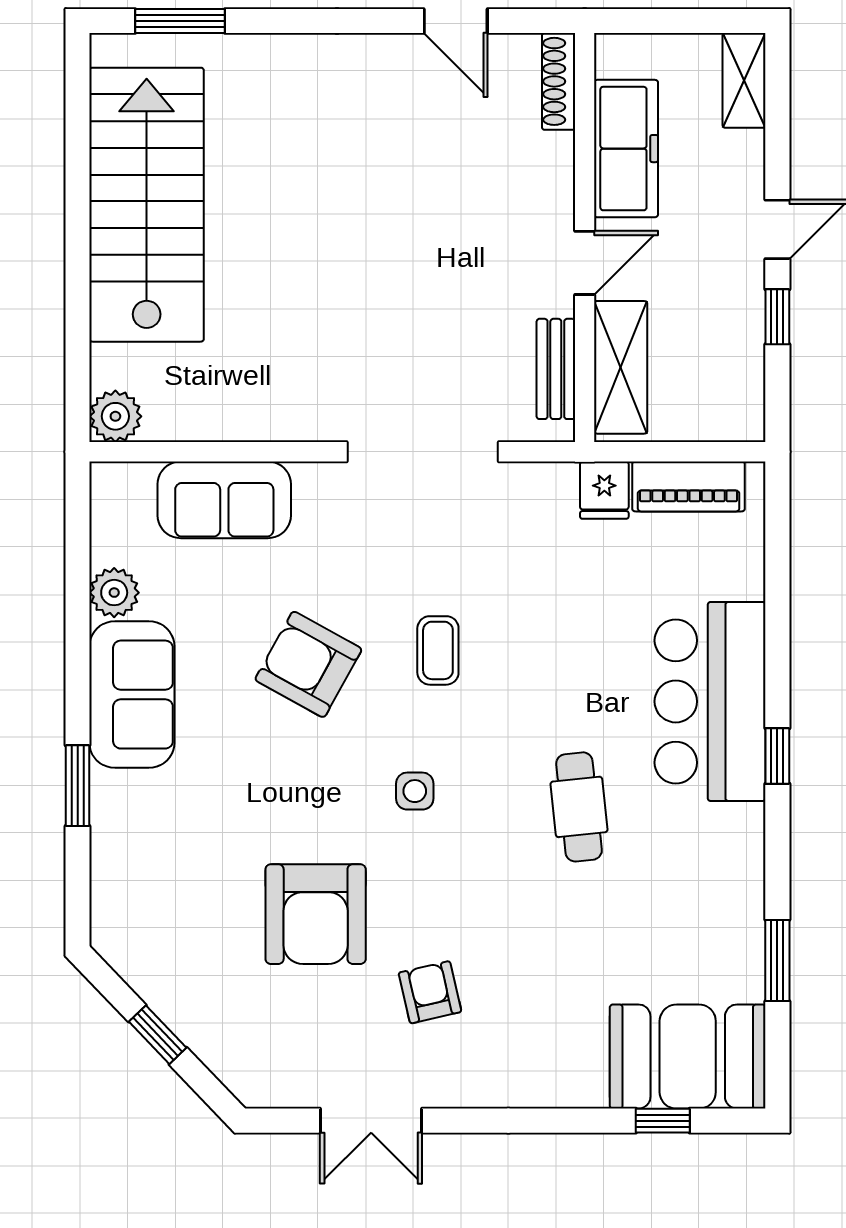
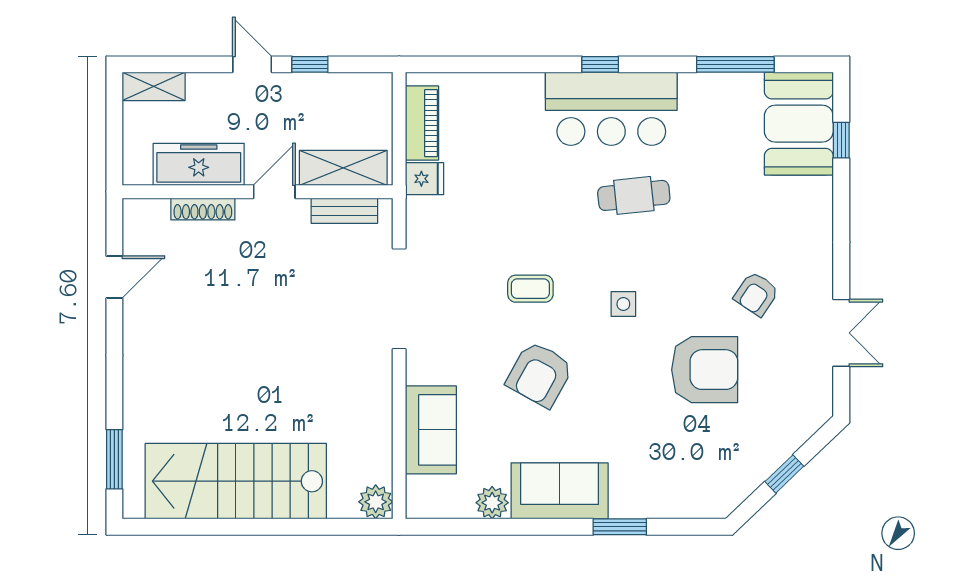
shoe rack: (559, 81) -> (203, 209), moved
door: (585, 263) -> (274, 192), hinge flipped
bar counter: (710, 701) -> (611, 109), moved
window: (777, 960) -> (735, 64), width x1.44
armchair: (430, 992) -> (756, 294), turned -43

